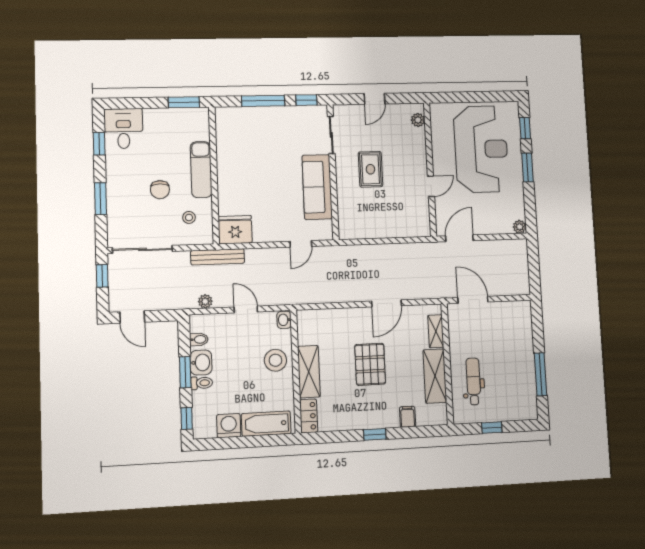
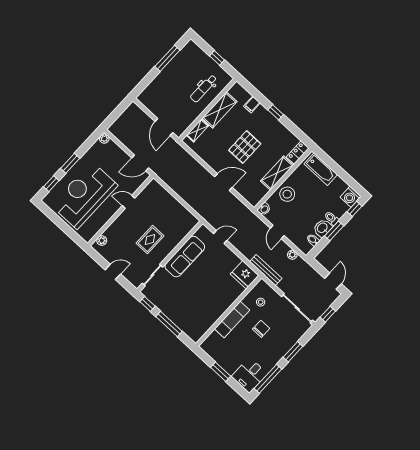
window: (184, 102) -> (221, 372), moved
window: (99, 144) -> (268, 379), width x2.17
door: (387, 303) -> (223, 182), moved
washing machine: (229, 426) -> (351, 197), moved

